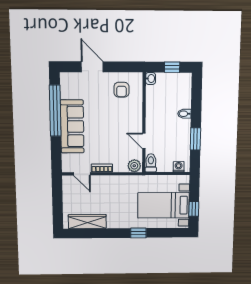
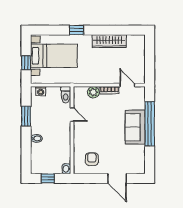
window: (55, 111) -> (150, 124), moved
sofa: (72, 127) -> (135, 127), width x0.73
plant: (134, 166) -> (93, 92), moved
window: (194, 209) -> (26, 63), moved
wardrobe: (87, 222) -> (109, 41), moved

